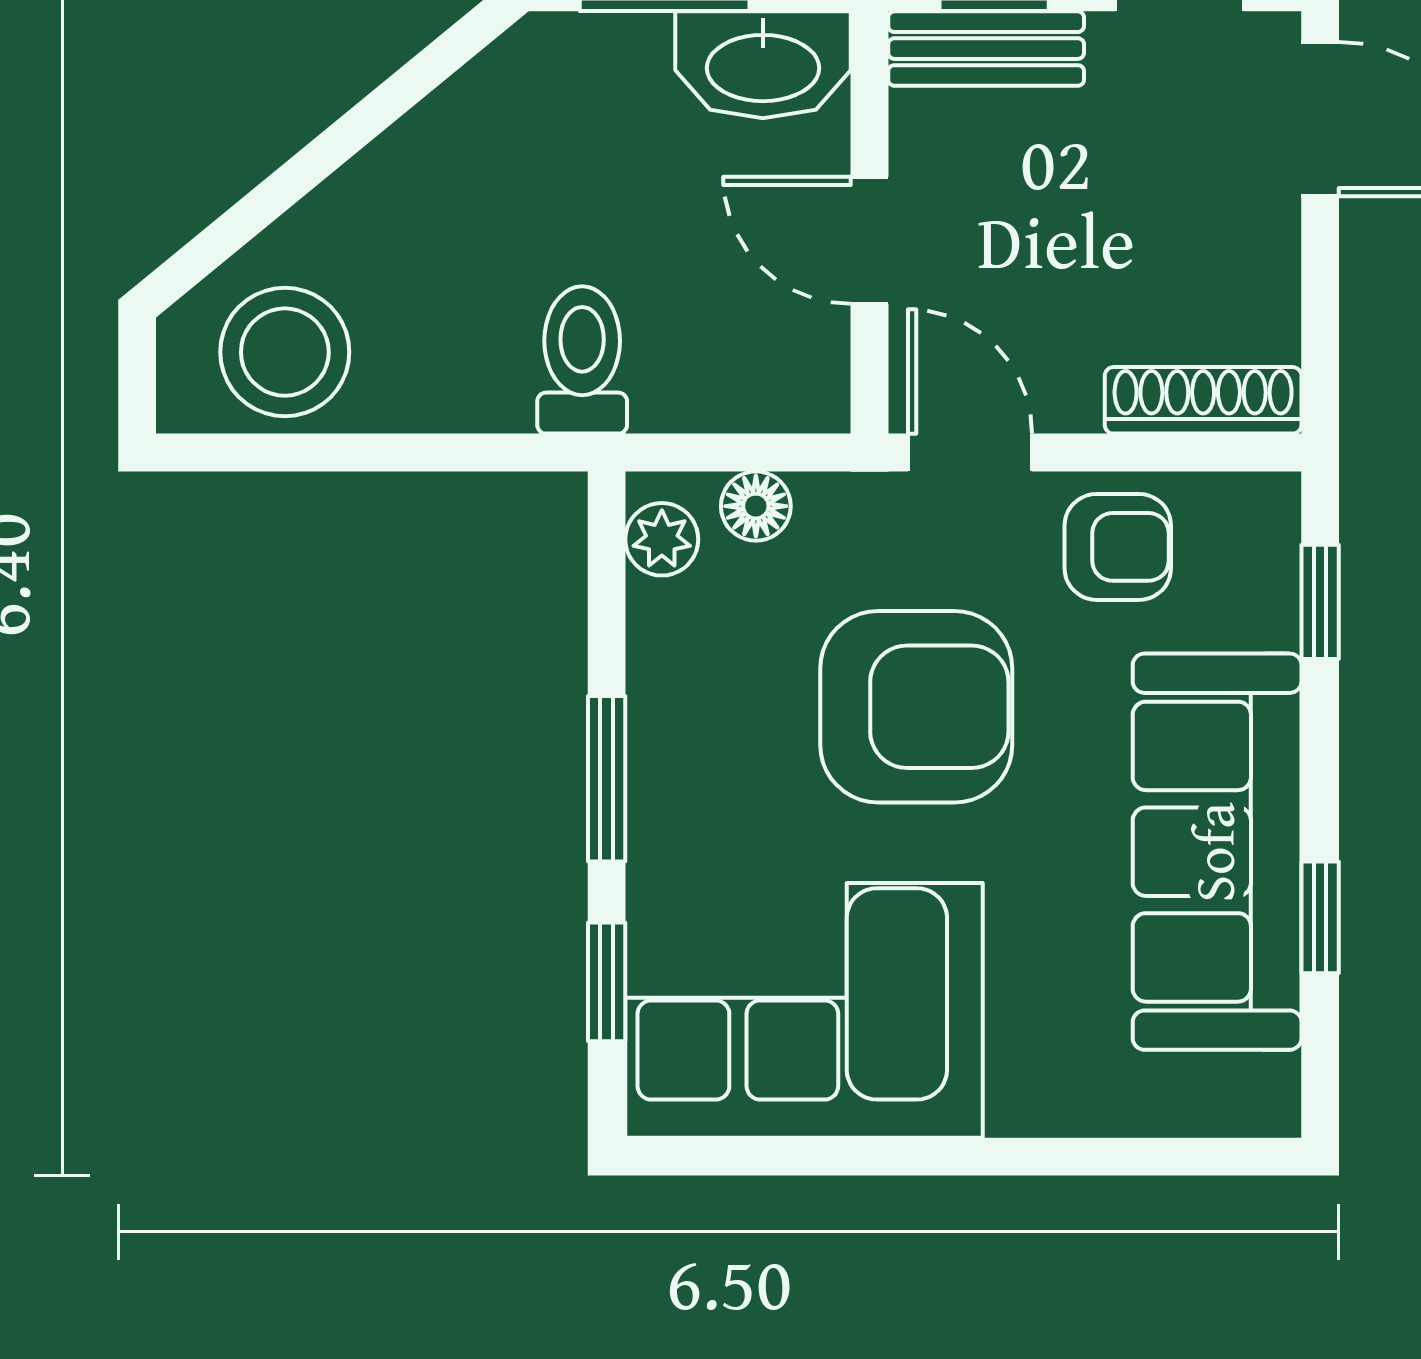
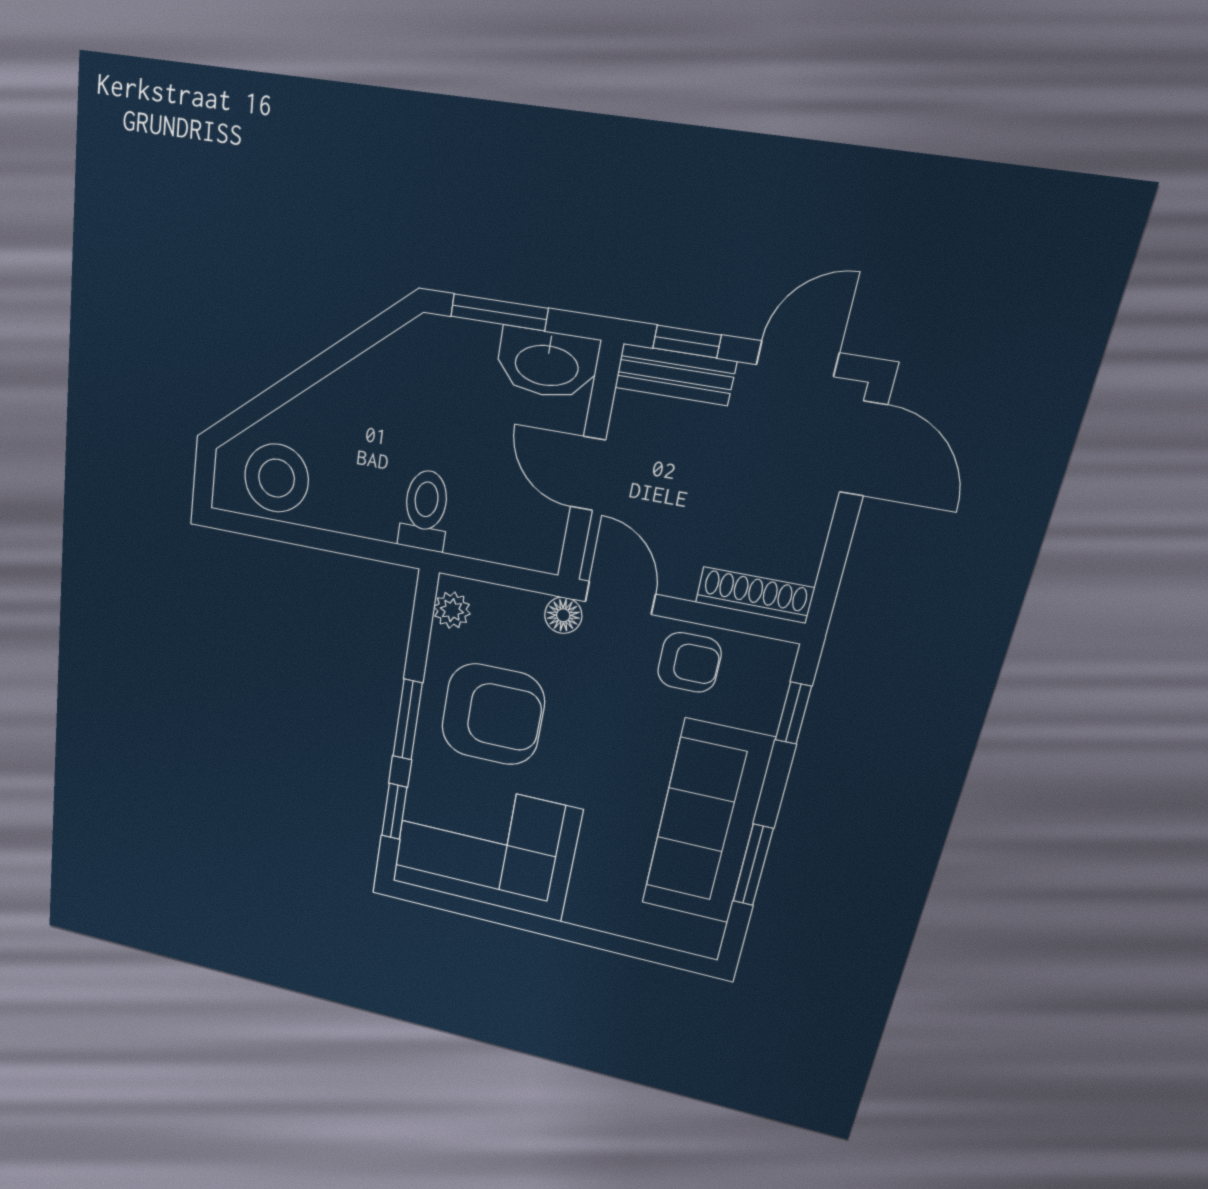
floor lamp: (756, 506) -> (563, 615), moved
armchair: (916, 707) -> (493, 714), moved
window: (1320, 917) -> (753, 865), width x1.50

